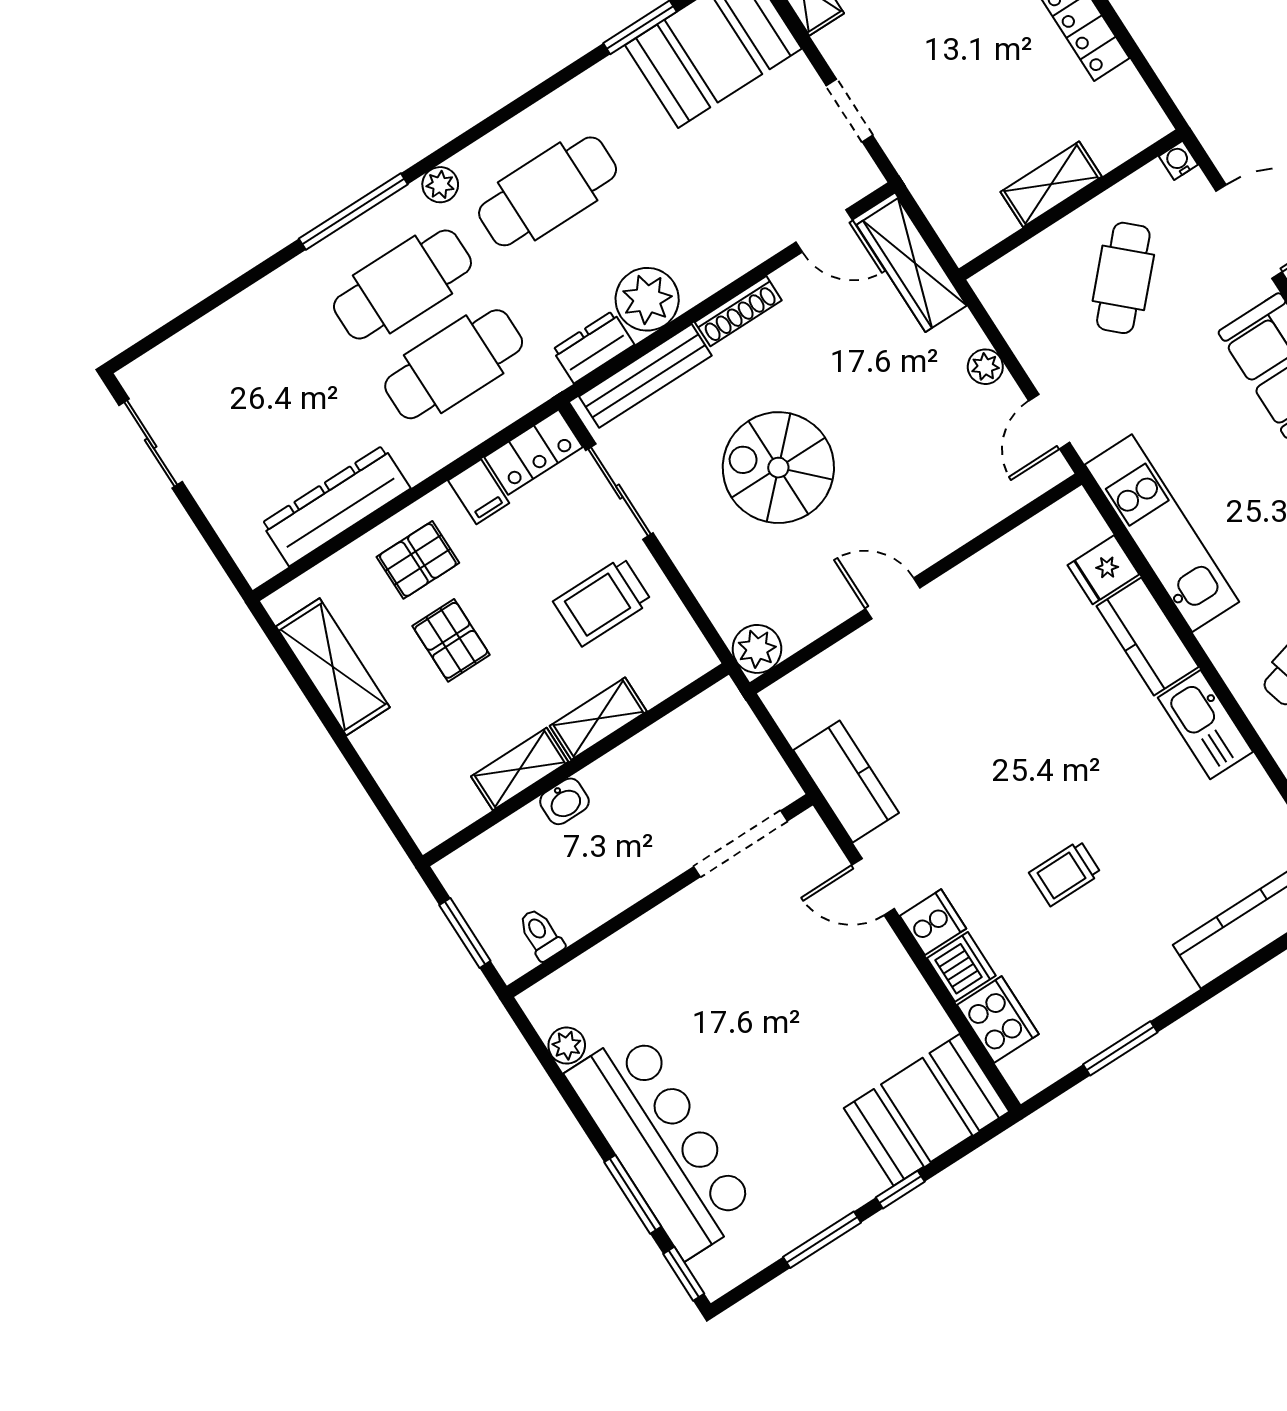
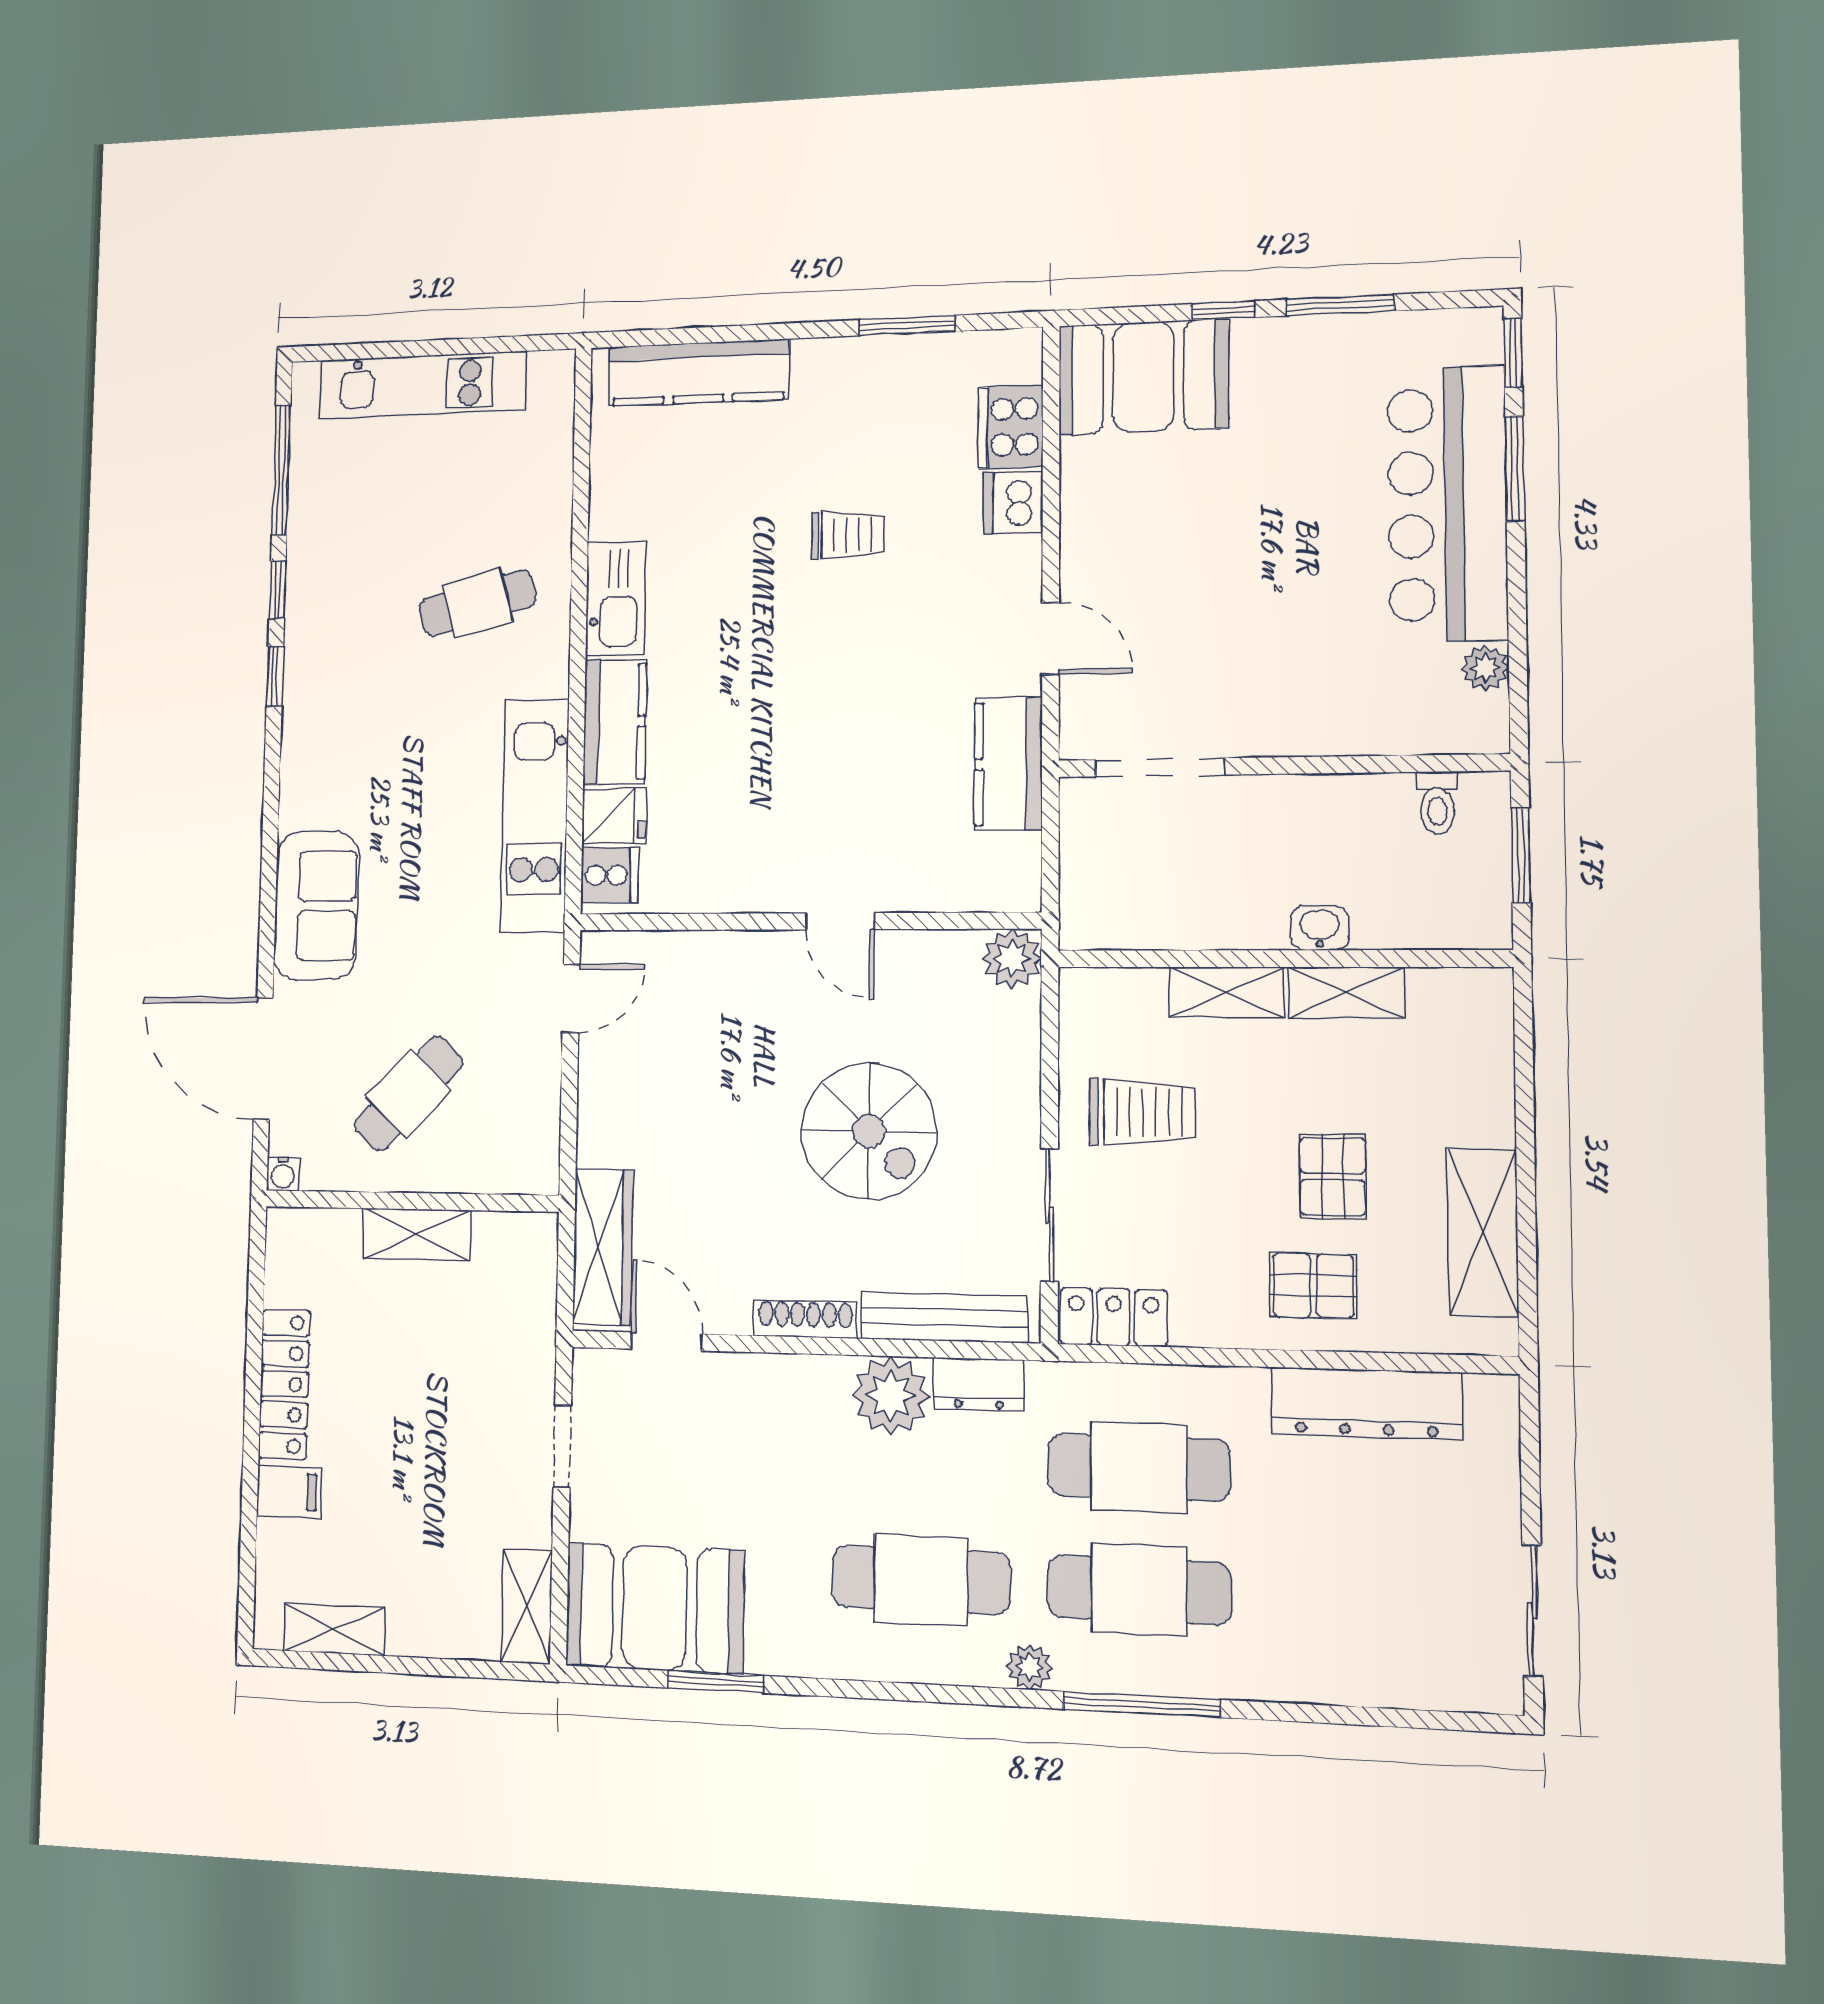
plant: (985, 367) -> (597, 1095), removed
filing cabinet: (479, 492) -> (1200, 1314), removed
cooker: (933, 922) -> (610, 875), moved, turned 180

